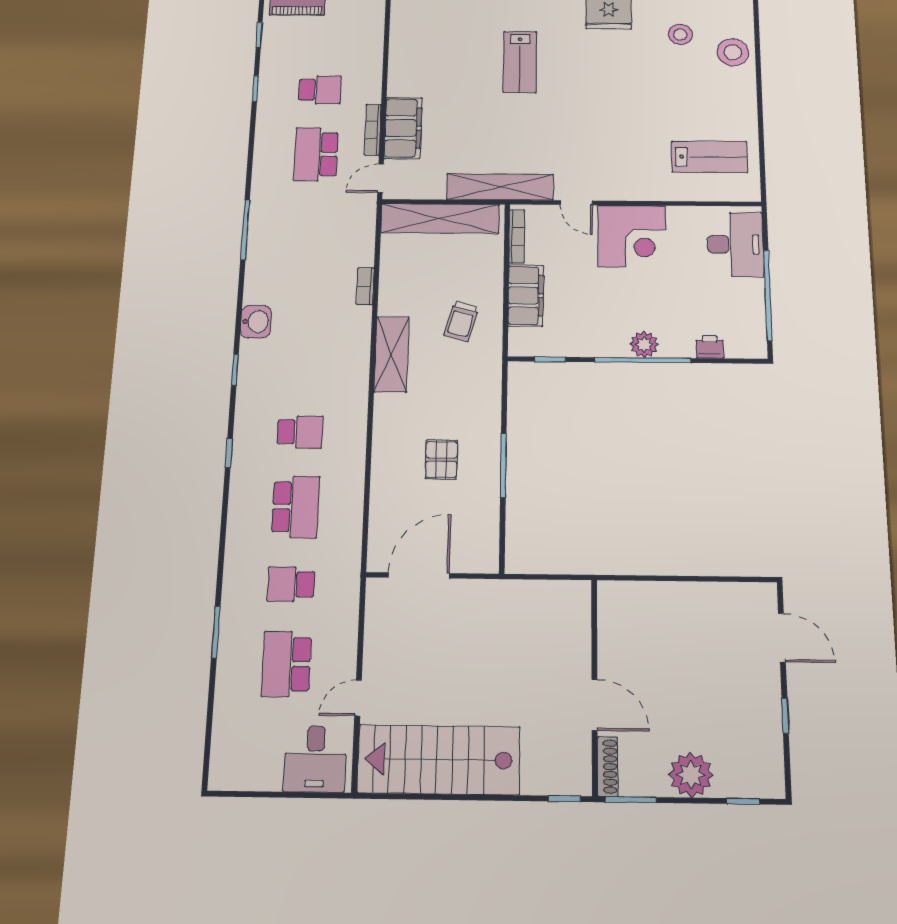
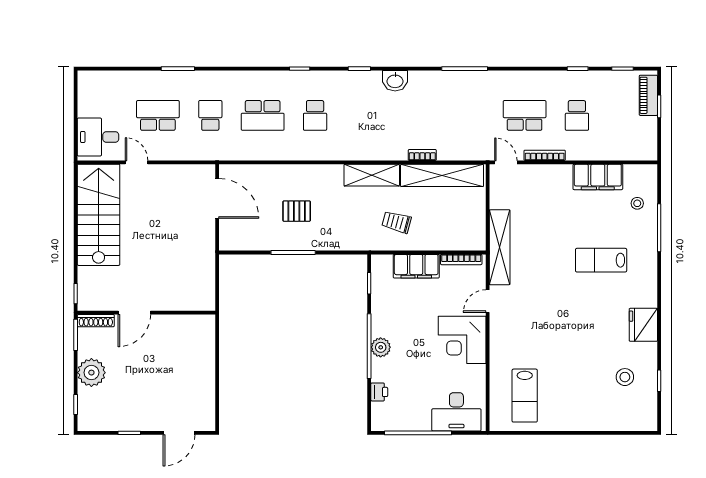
stool: (733, 52) -> (637, 203), moved, width x0.53, depth x0.53
filing cabinet: (403, 128) -> (598, 177), moved
shelving: (440, 218) -> (442, 175), moved, turned 90

